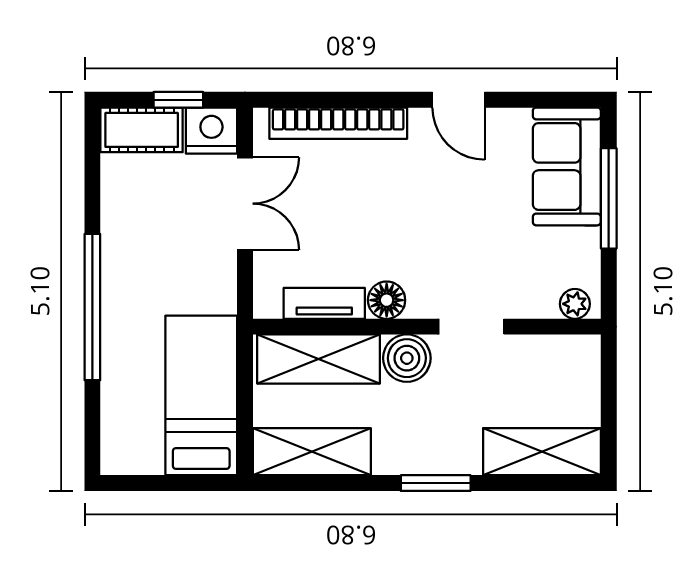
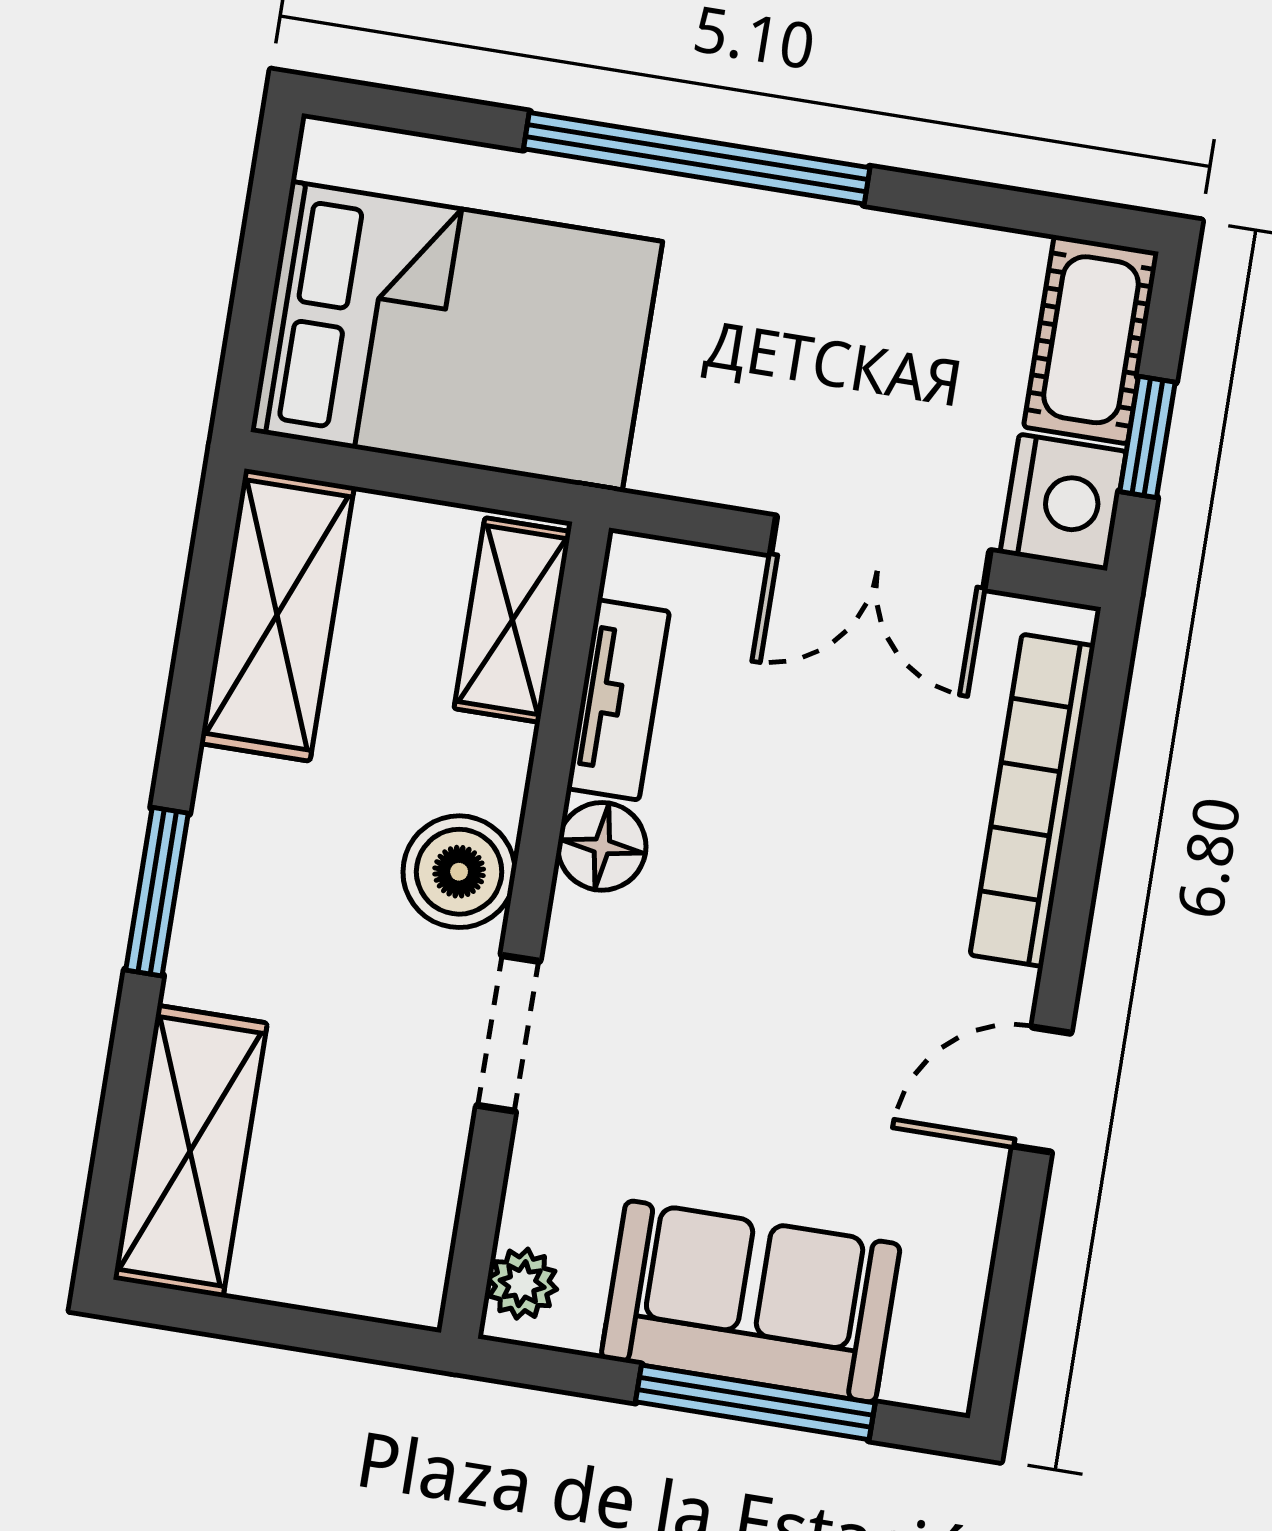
sofa: (567, 166) -> (751, 1301), moved
shelving: (319, 359) -> (512, 620), width x0.67, depth x0.75
bed: (201, 395) -> (456, 337), width x1.50

